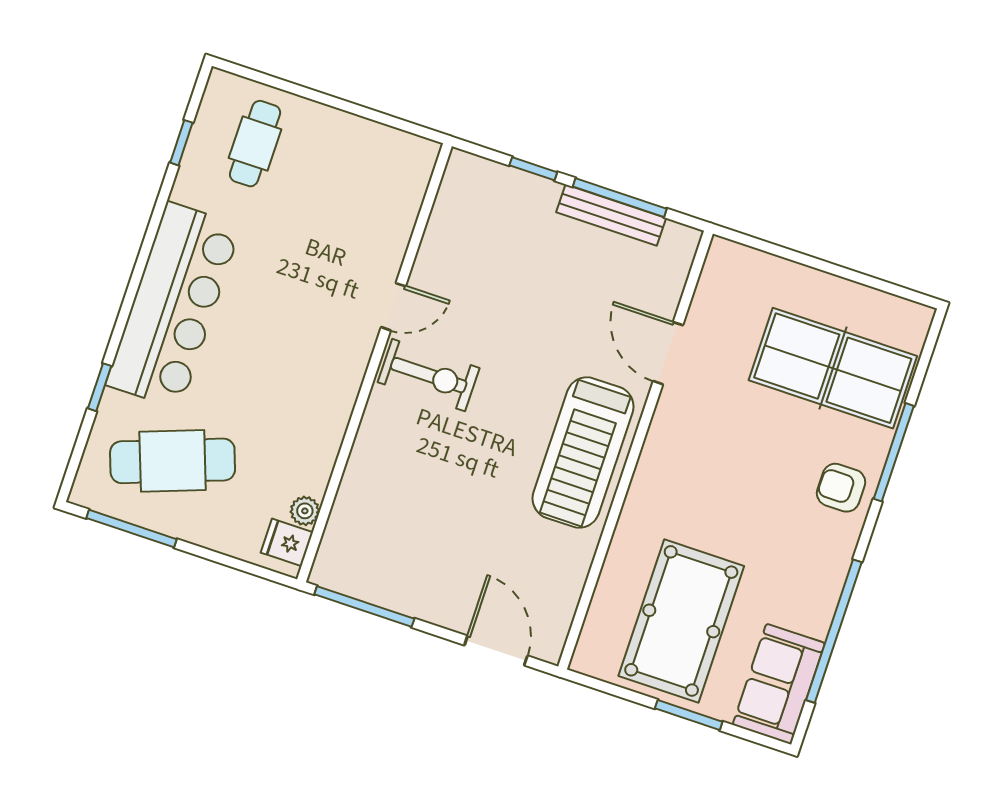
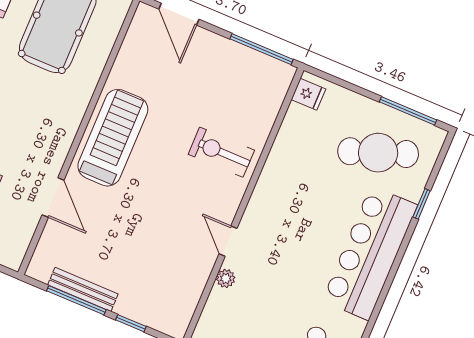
door: (393, 307) -> (228, 241), hinge flipped
exercise bike: (429, 375) -> (221, 152), moved
plant: (305, 511) -> (226, 278), moved

